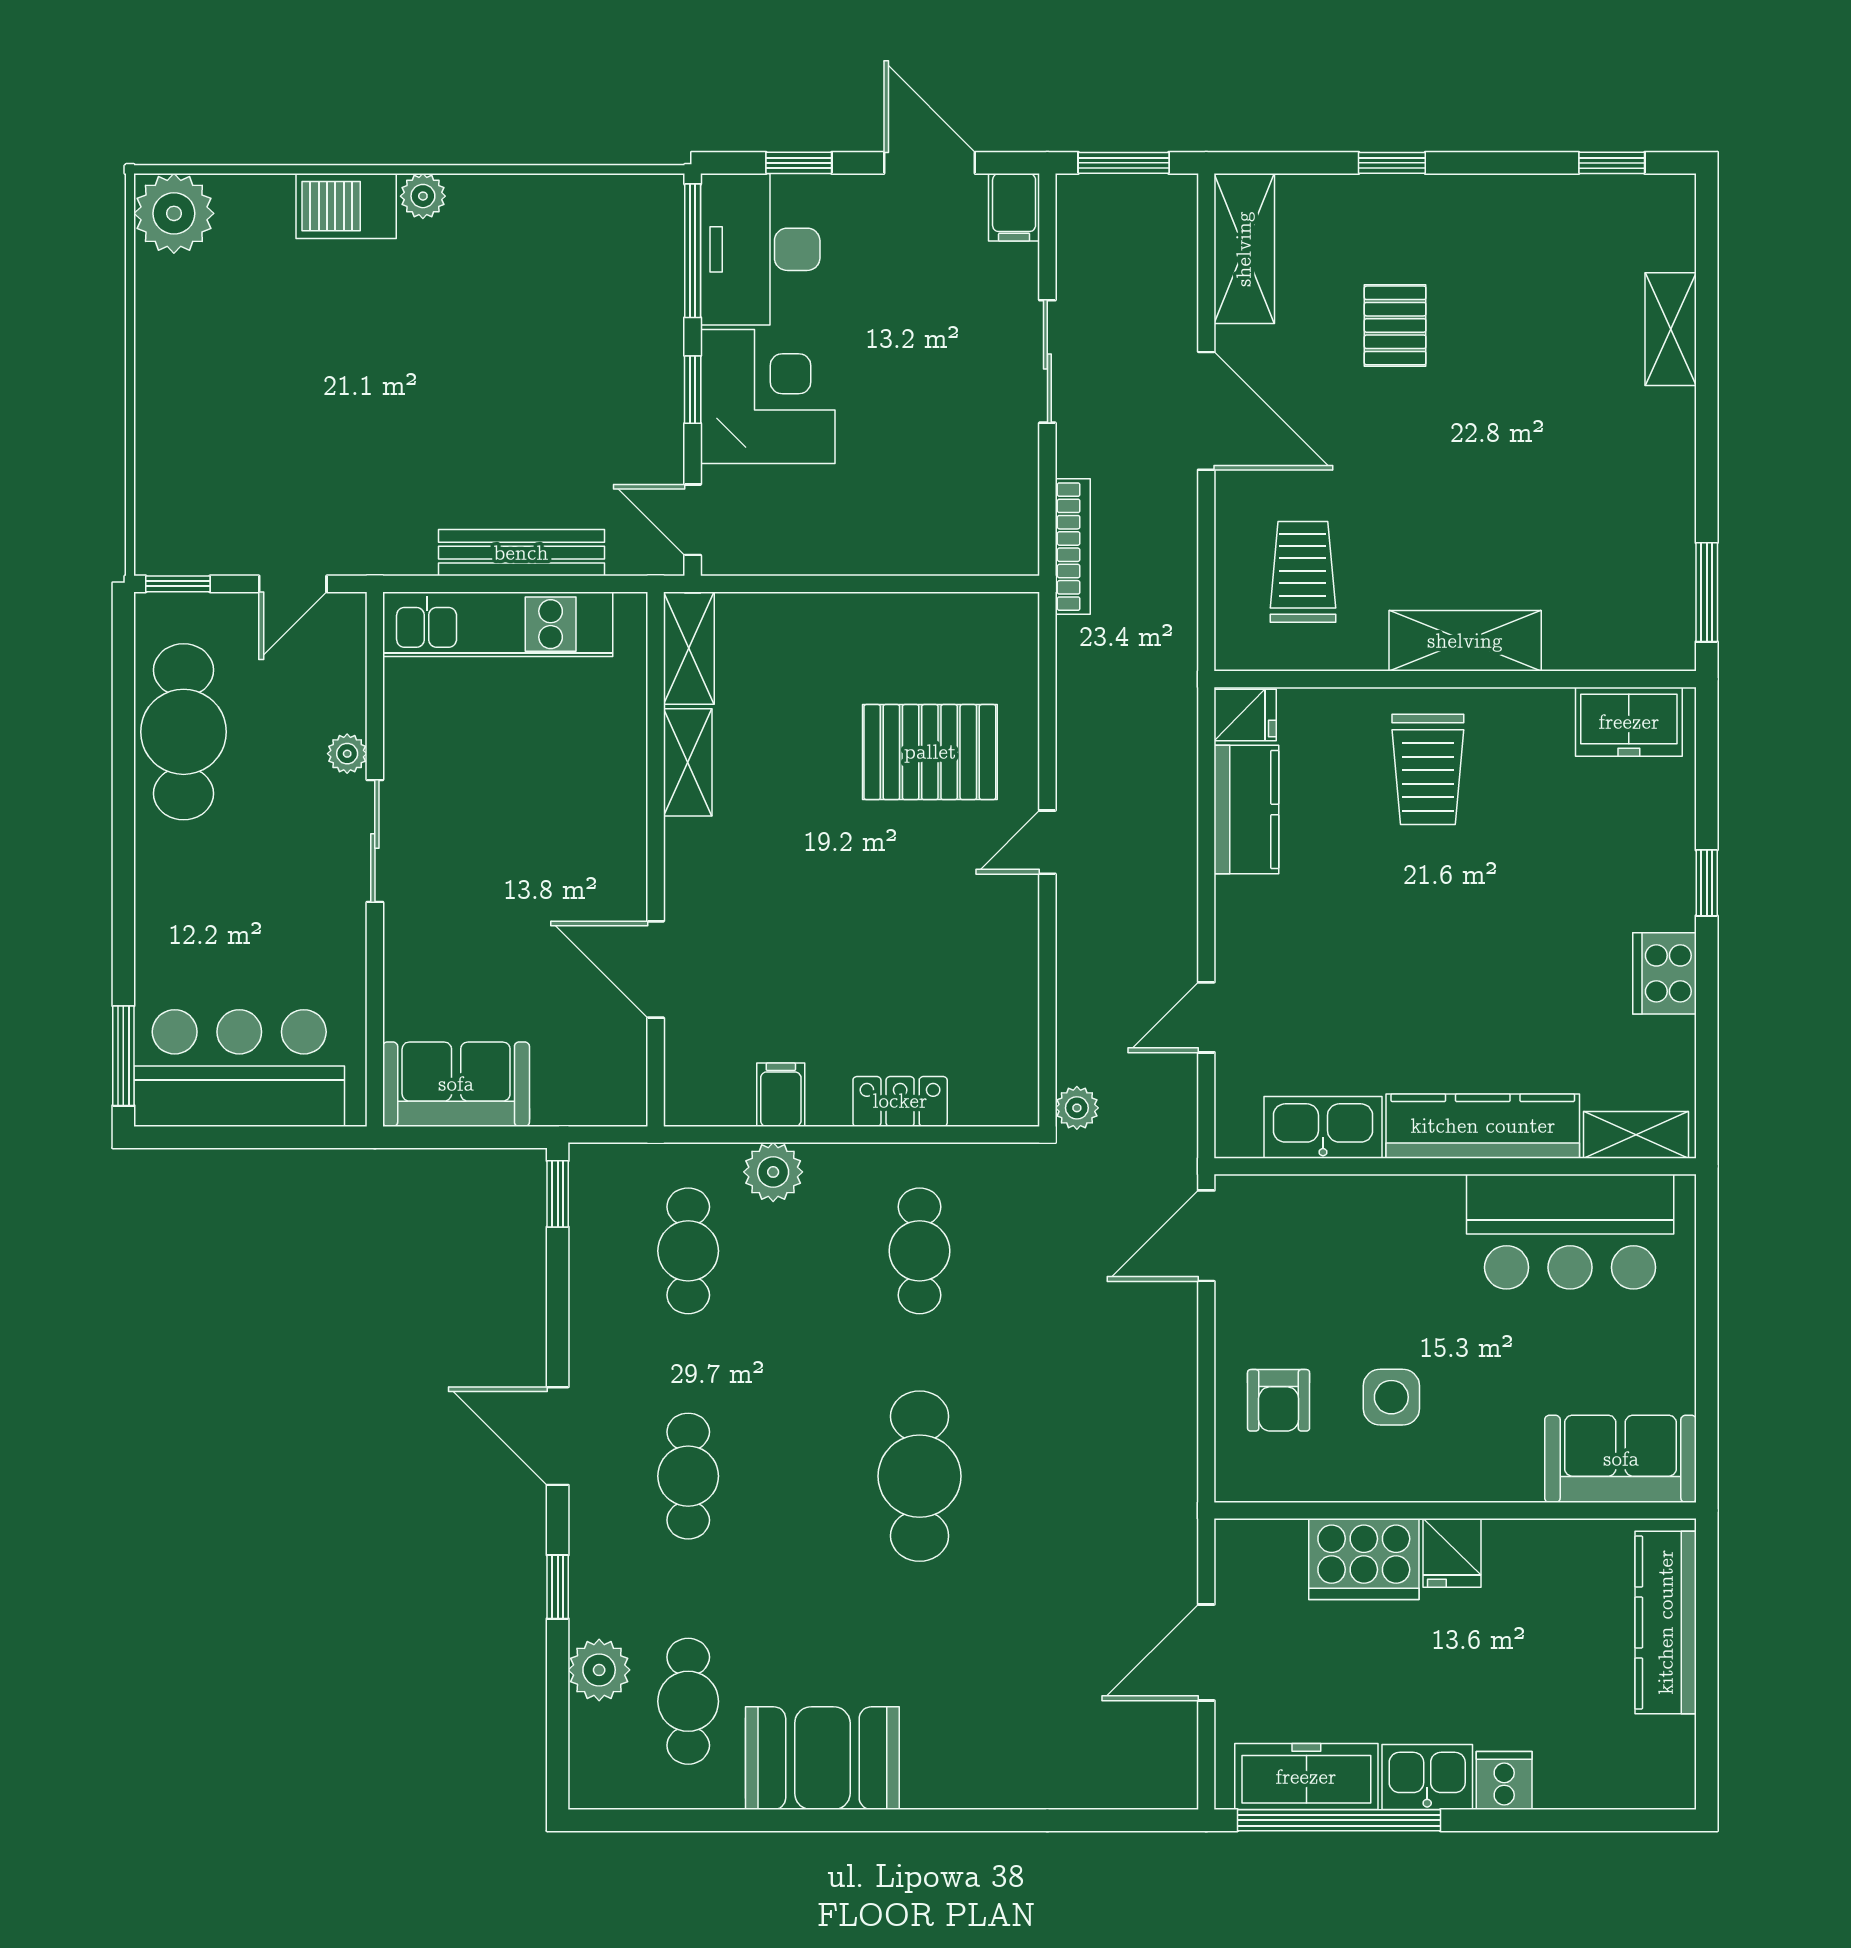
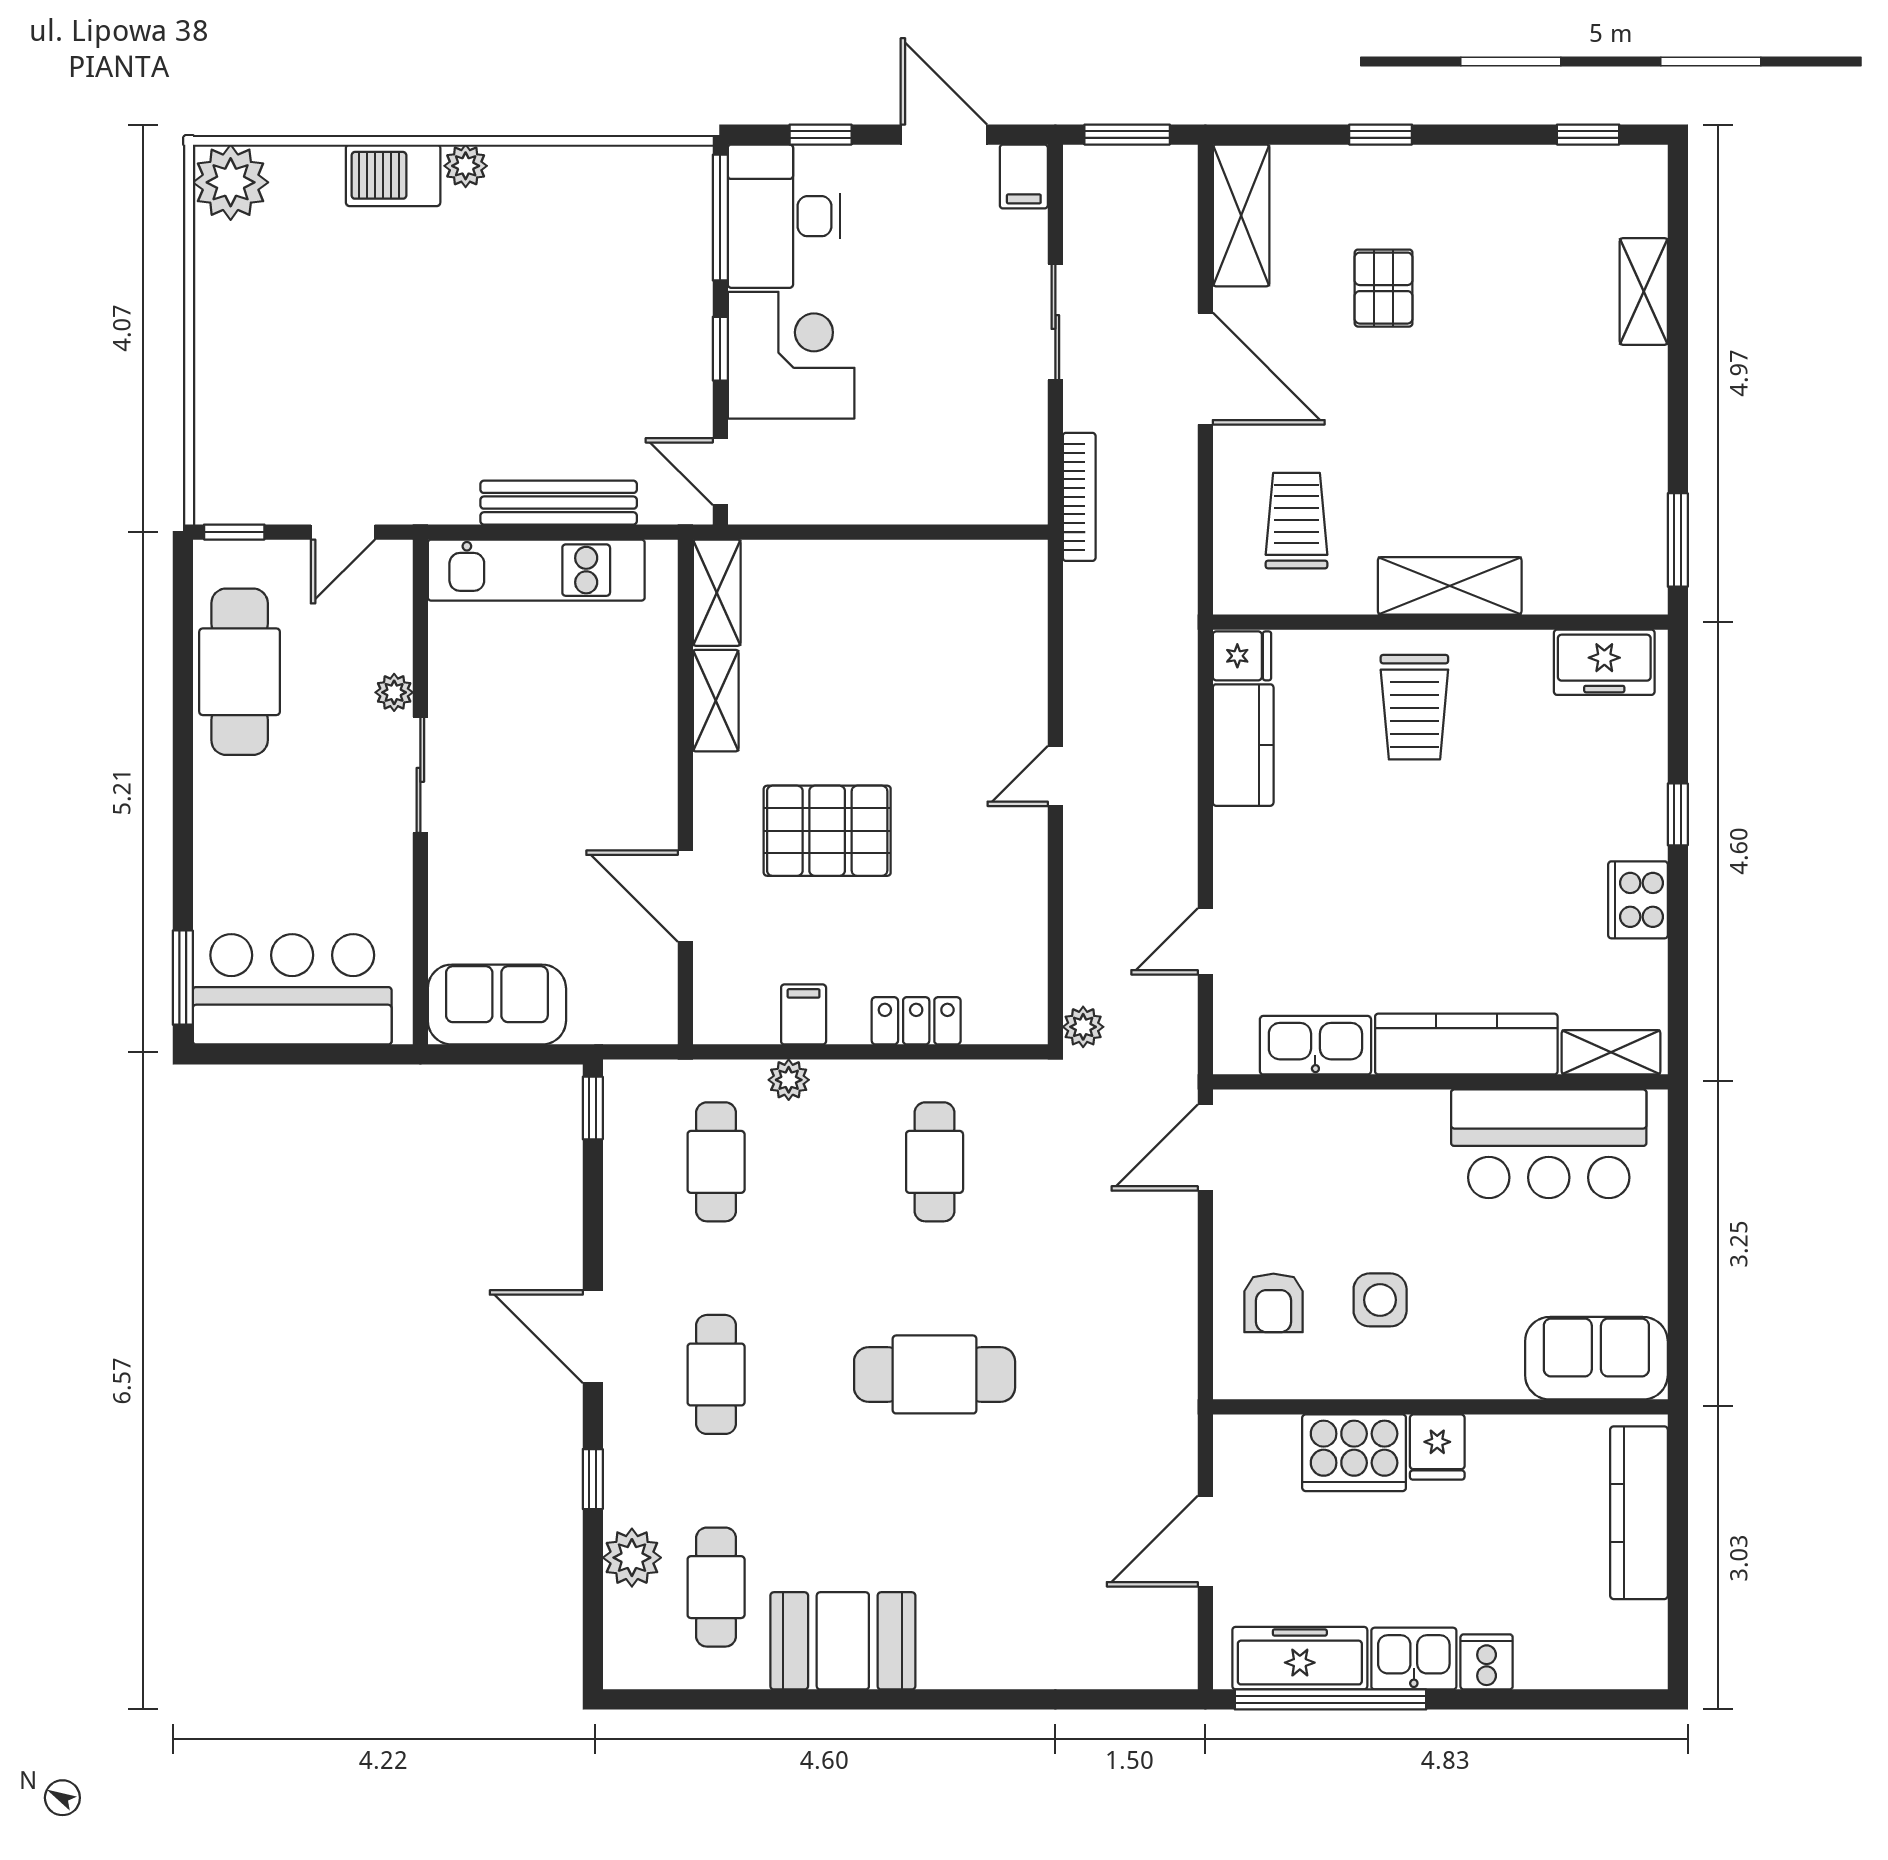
pallet: (930, 752) -> (827, 831), moved
plant: (773, 1172) -> (789, 1080), width x0.73, depth x0.73
cafe table: (920, 1476) -> (935, 1374), turned 90

